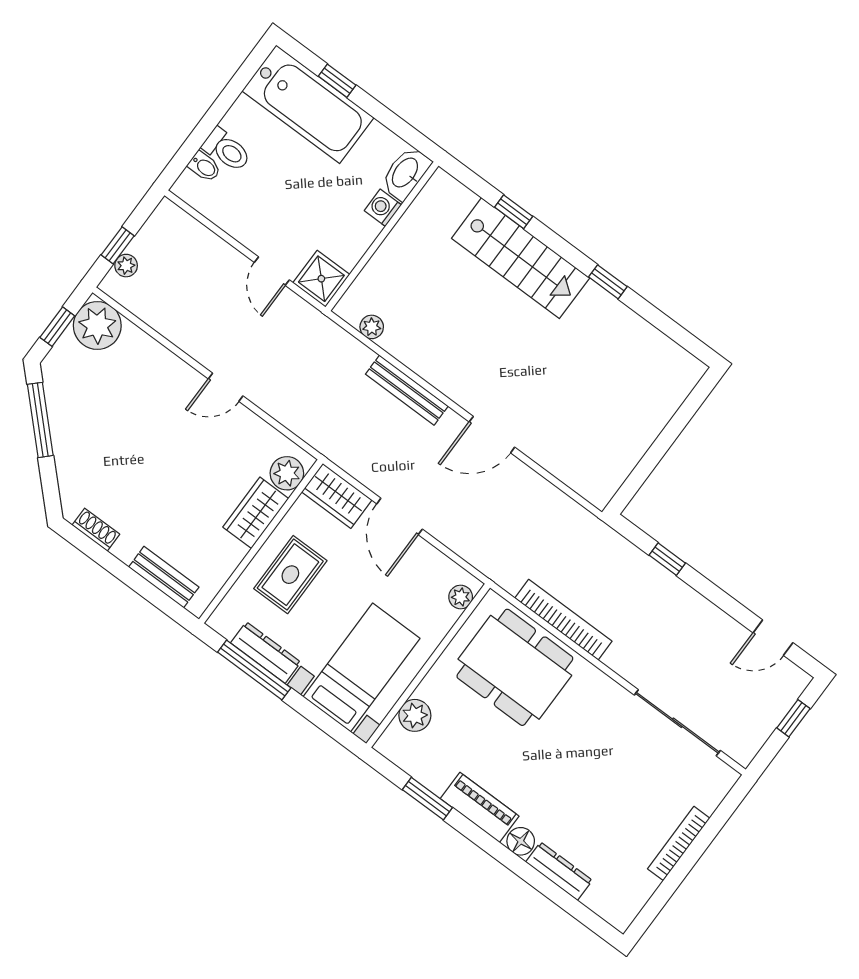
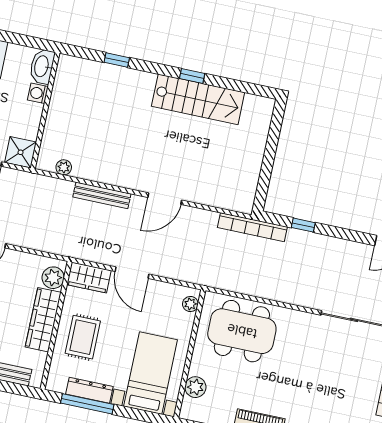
stairs: (521, 258) -> (198, 99), moved
wardrobe: (256, 513) -> (43, 320), width x1.50
bookcase: (563, 620) -> (252, 227), moved, turned 180

